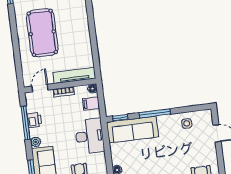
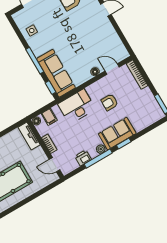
tv unit: (74, 75) -> (29, 136), width x0.71
window: (26, 123) -> (98, 158), moved

